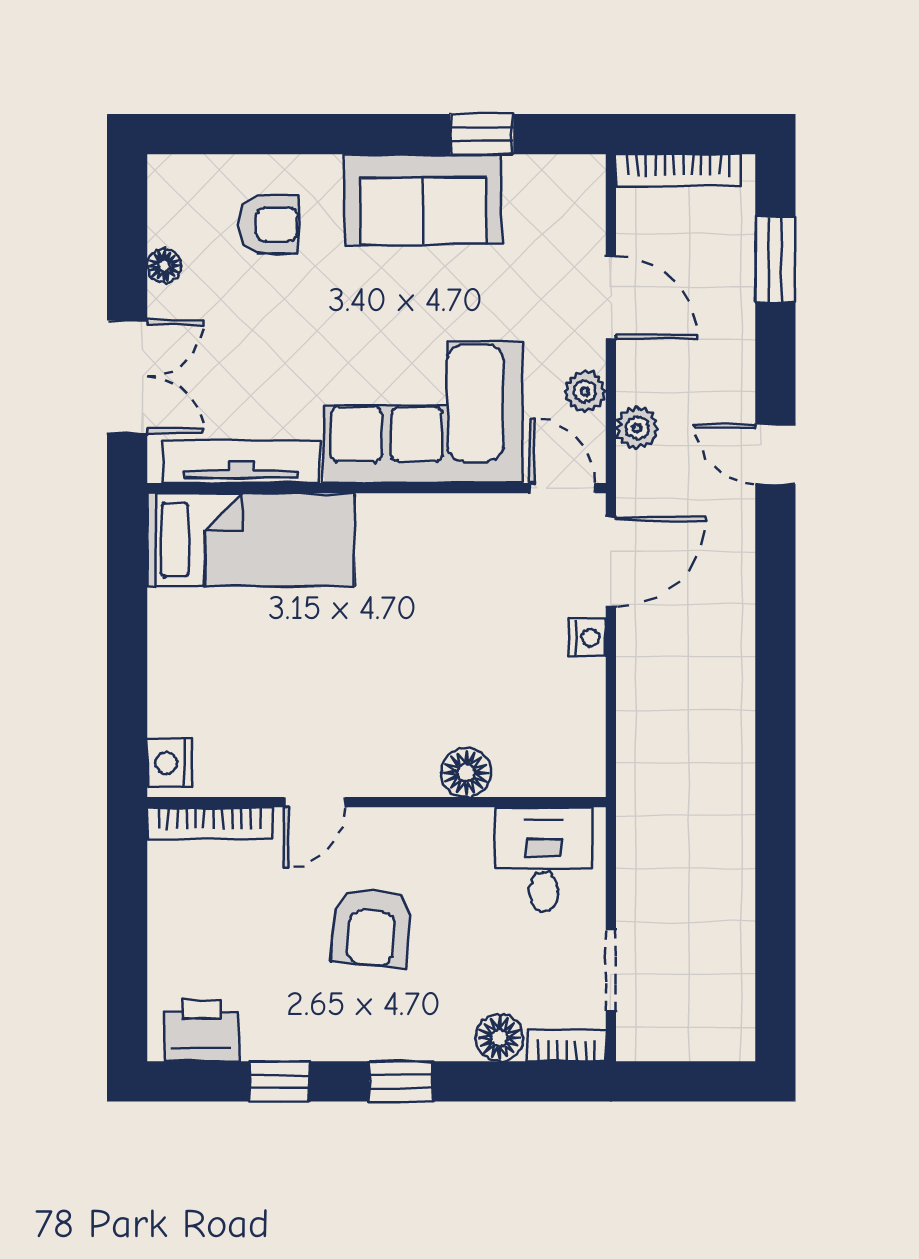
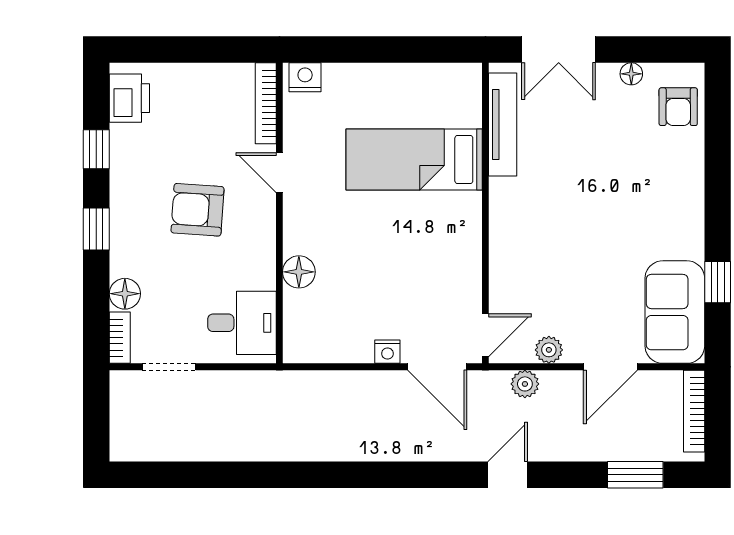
sofa: (423, 199) -> (675, 312), moved
armchair: (269, 224) -> (678, 107), moved
corner sofa: (424, 412) -> (535, 244), removed
bed: (251, 540) -> (414, 160), moved, turned 90

